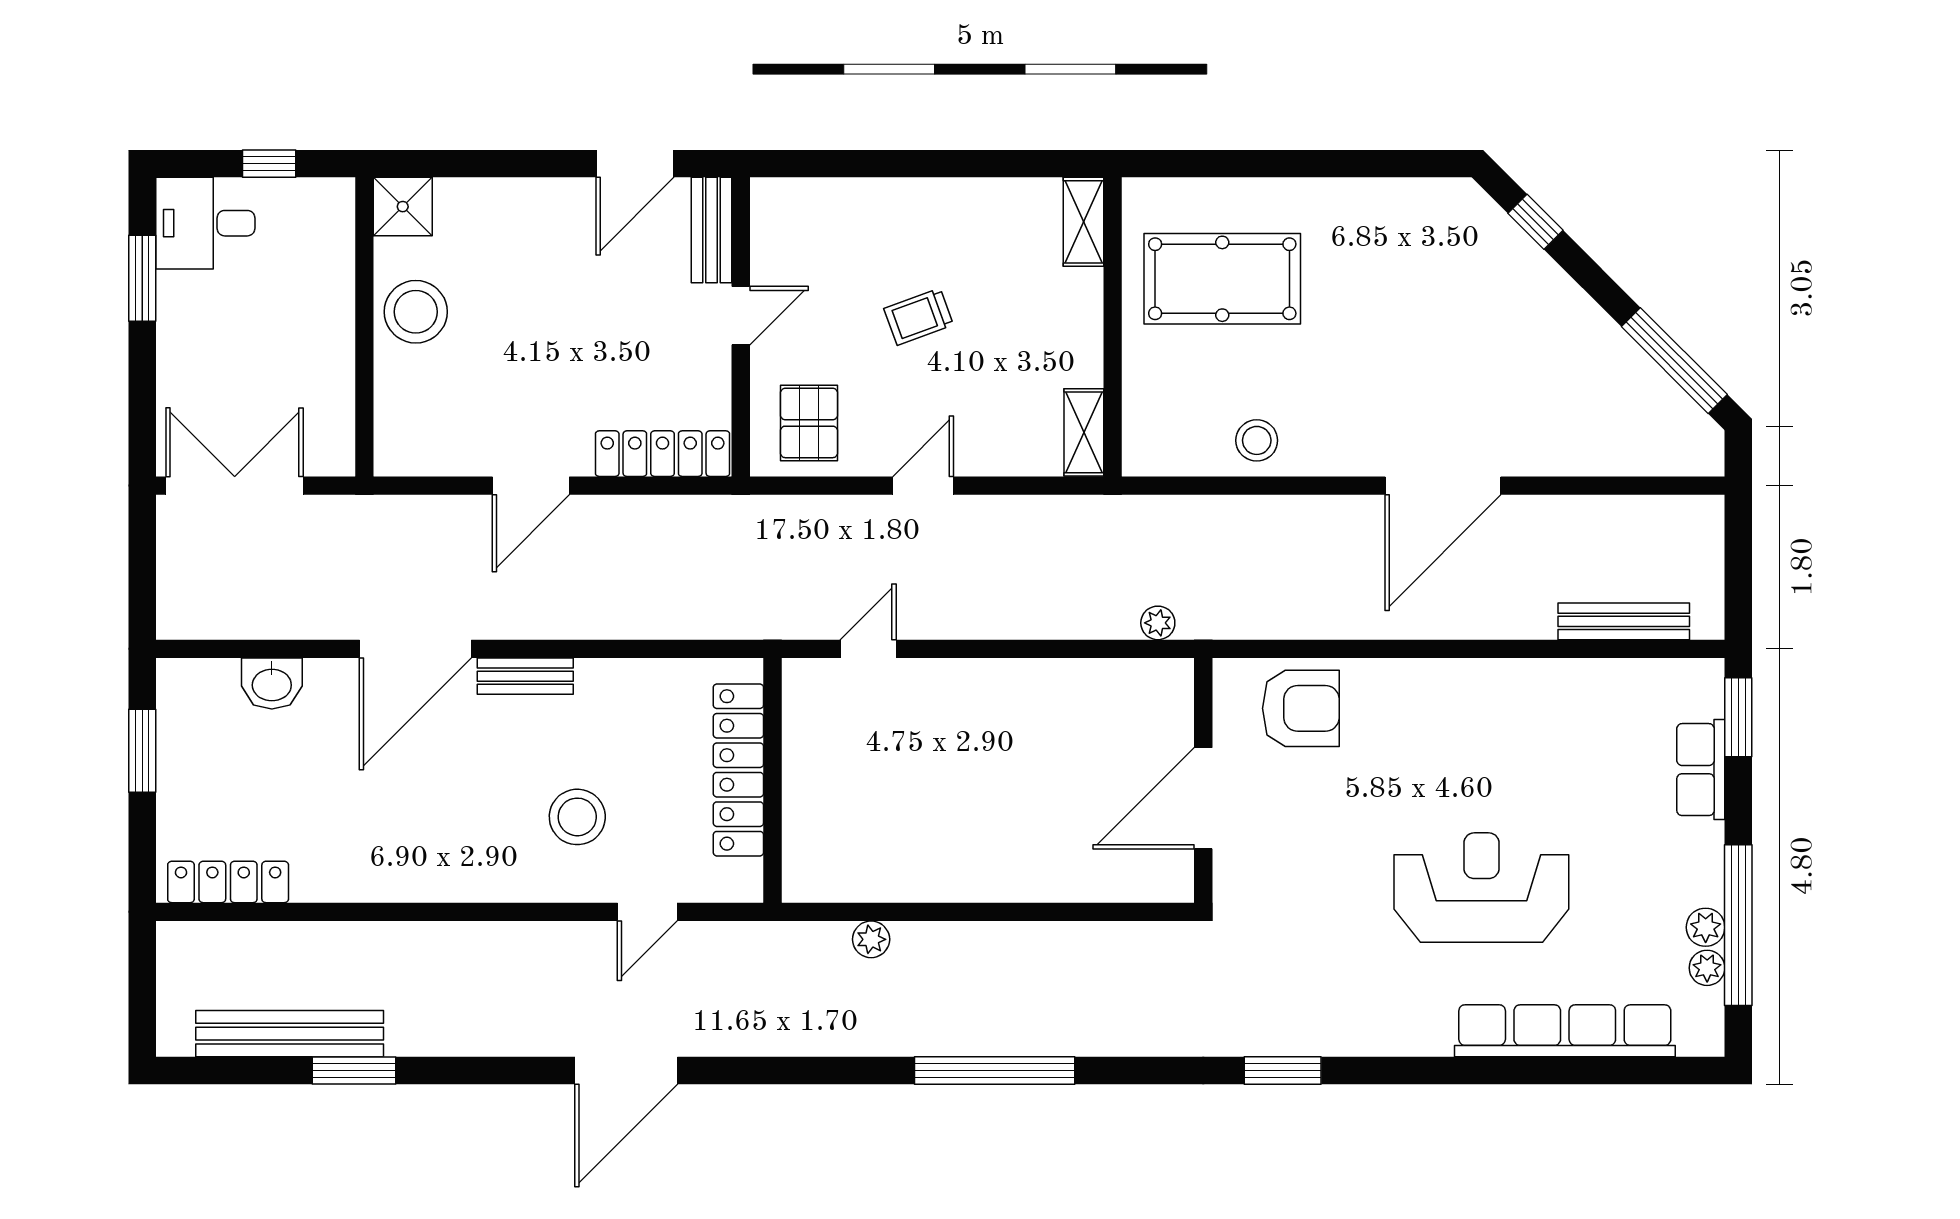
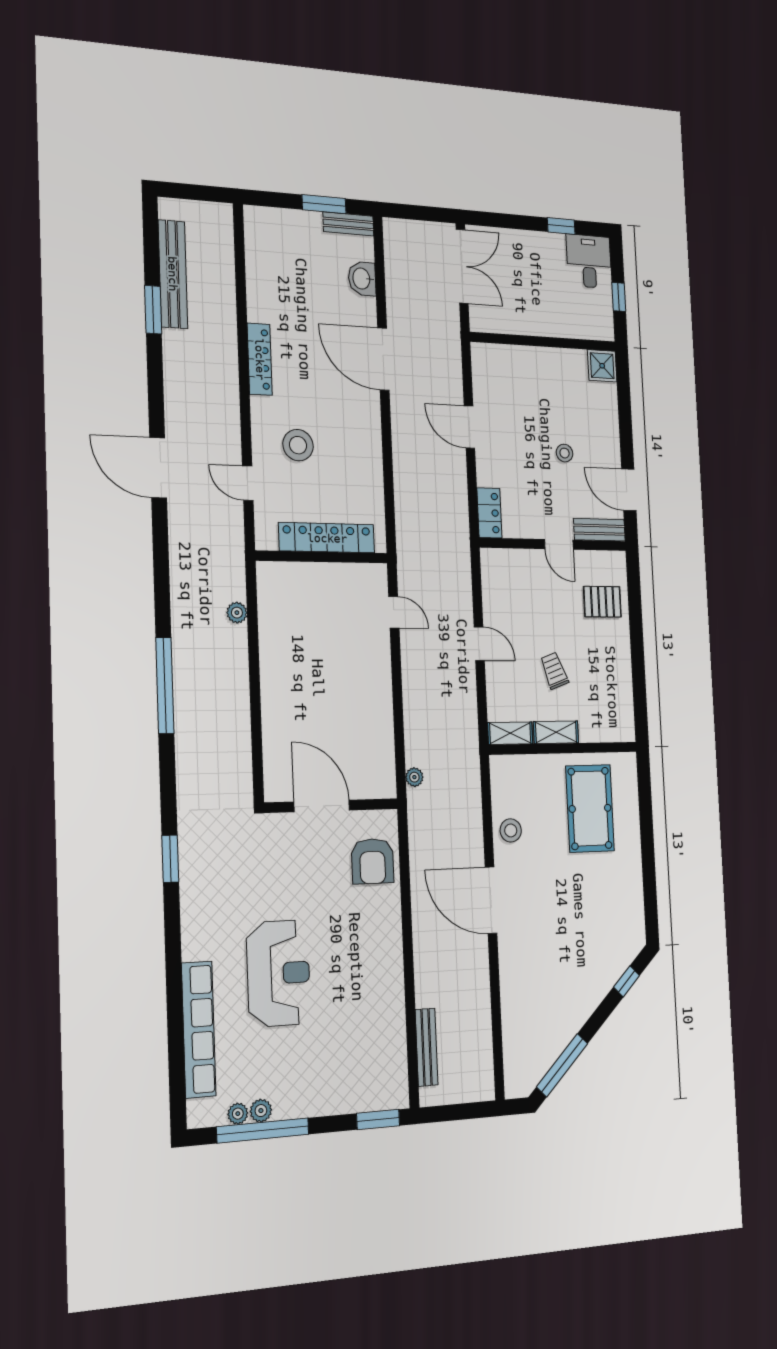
shelving: (1083, 222) -> (556, 732), moved
window: (142, 278) -> (561, 226), width x0.67
stool: (416, 312) -> (565, 453), moved, width x0.53, depth x0.53
trolley: (919, 317) -> (554, 671), moved
pallet: (809, 423) -> (602, 602), moved
locker: (663, 454) -> (489, 513), width x0.66
door: (1443, 486) -> (491, 900), moved
bench: (525, 676) -> (348, 224), moved, turned 90
row of seats: (1701, 770) -> (349, 1100), removed
locker: (228, 882) -> (260, 359), moved

